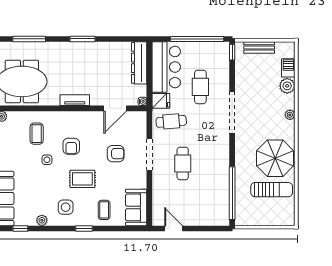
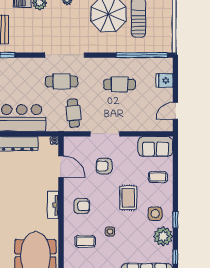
cafe table: (200, 87) -> (62, 81), moved
fridge: (161, 101) -> (164, 80), moved, turned -90
armchair: (71, 146) -> (82, 206), moved
armchair: (116, 154) -> (104, 166), turned -90
cafe table: (183, 163) -> (120, 84), moved
plant: (42, 220) -> (163, 236), width x1.88, depth x1.88
window: (84, 228) -> (175, 220), moved

